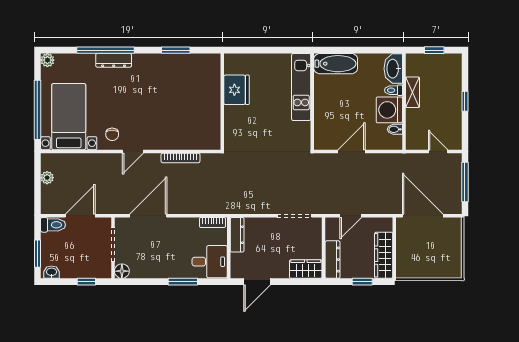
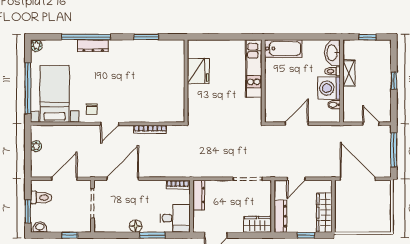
toilet: (53, 225) -> (41, 198), moved
floor lamp: (122, 271) -> (136, 226), moved

